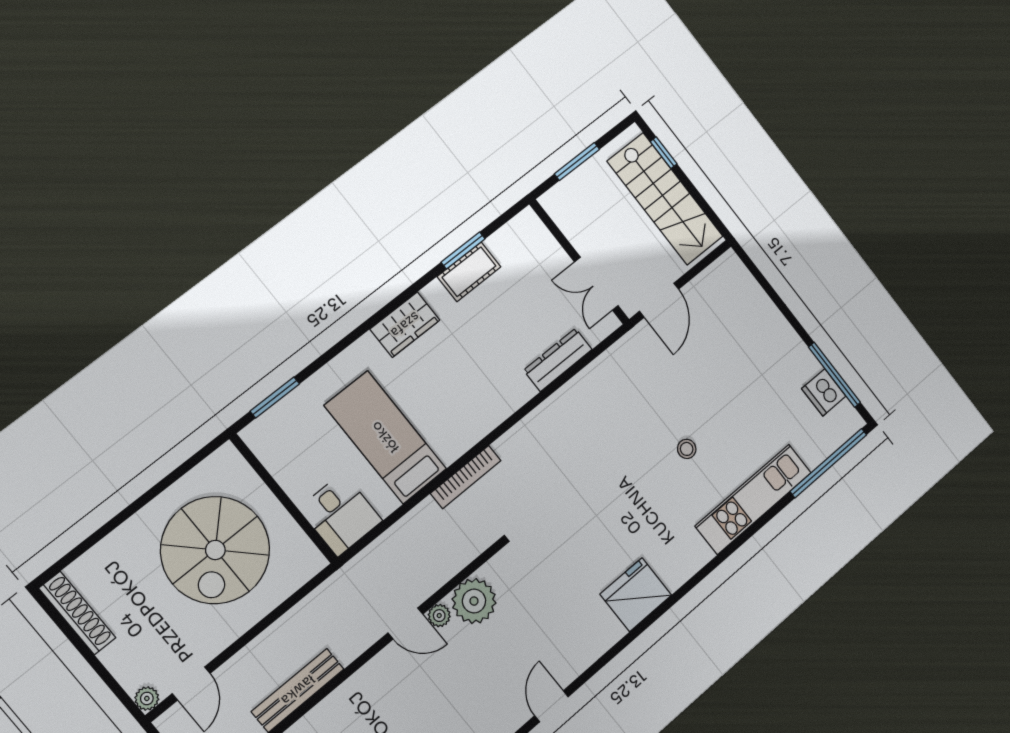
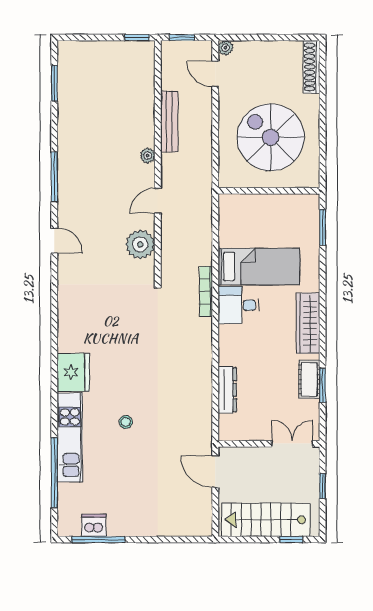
window: (577, 162) -> (323, 486), width x0.67
double door: (596, 284) -> (292, 444), moved
wardrobe: (405, 325) -> (308, 323), width x1.50
window: (829, 463) -> (54, 473), moved
desk: (340, 515) -> (238, 305), moved
fridge: (636, 595) -> (73, 372), moved
shoe rack: (77, 613) -> (312, 67), moved, turned 90
plant: (439, 616) -> (148, 156), moved

